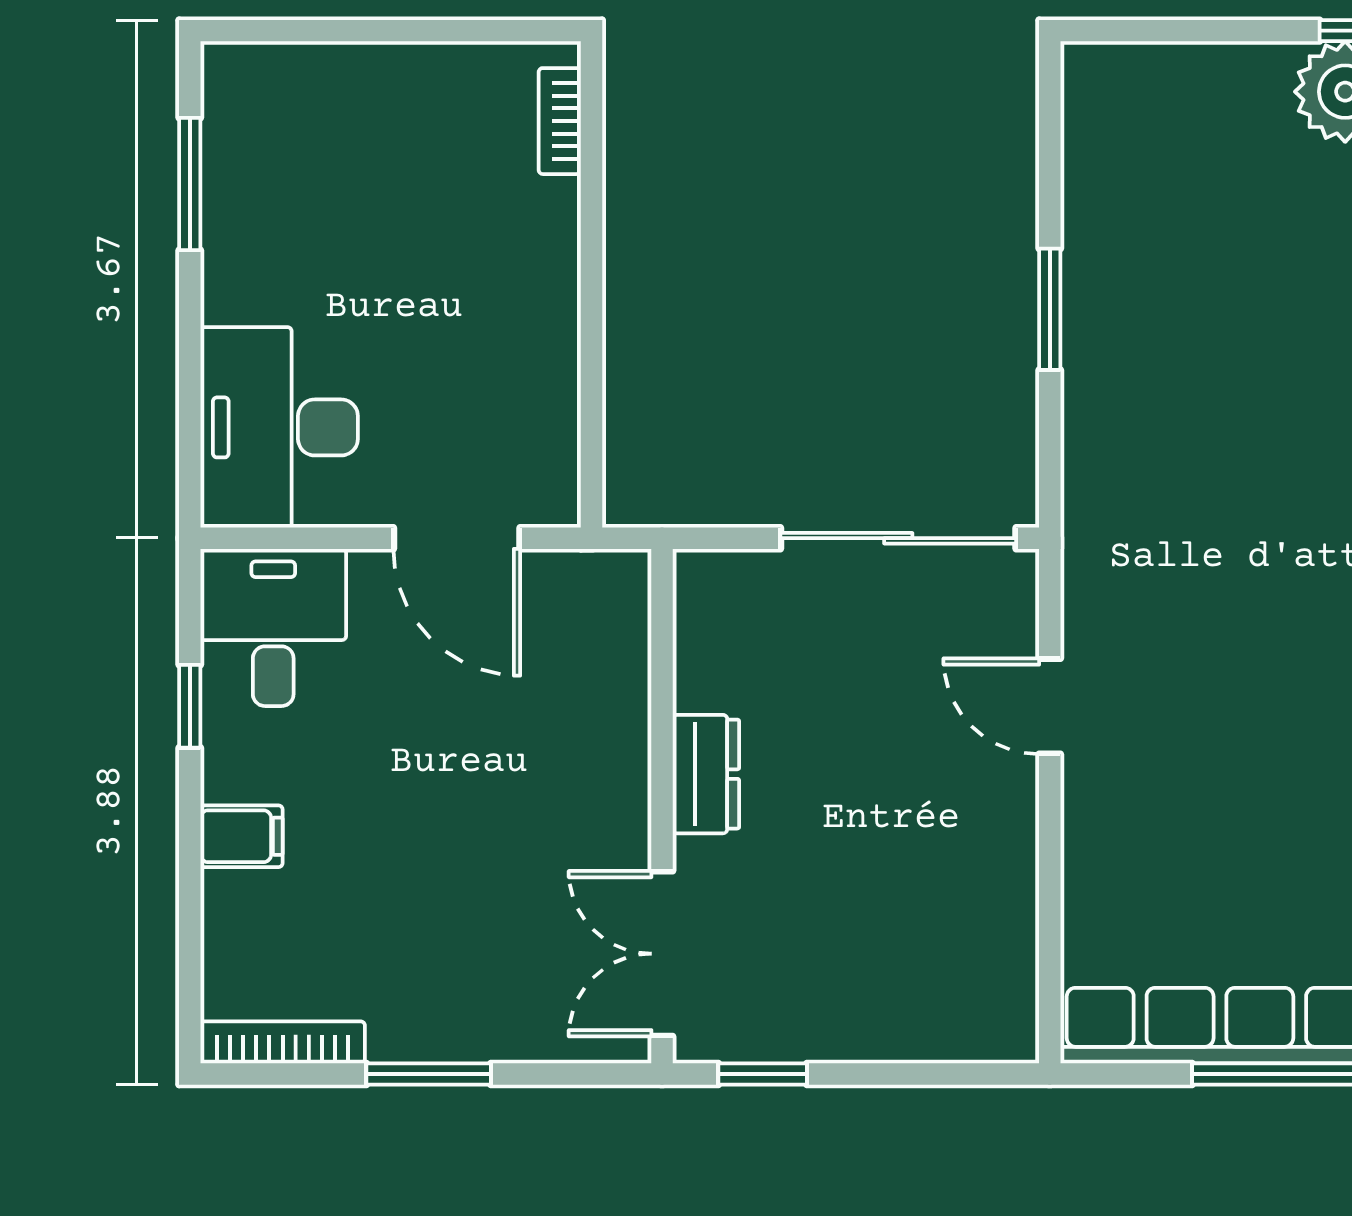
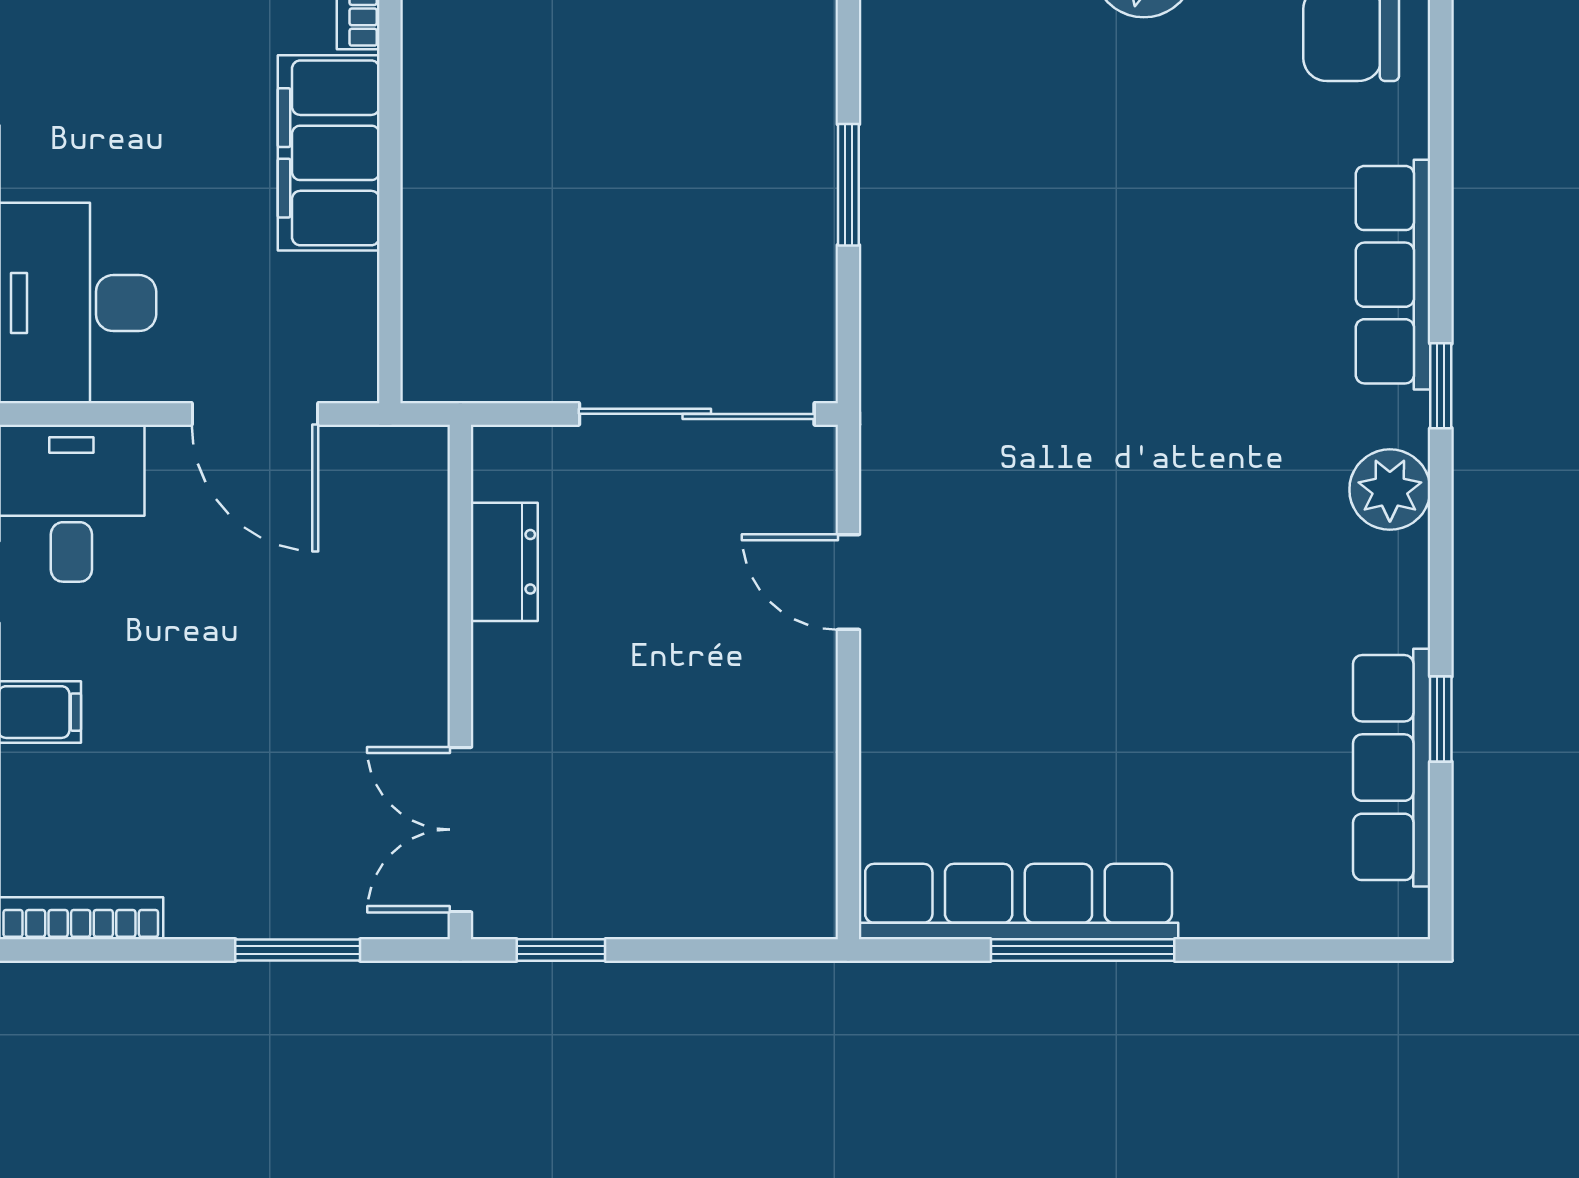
filing cabinet: (530, 277) -> (329, 153), added
dresser: (706, 774) -> (504, 562), moved
window: (429, 1074) -> (298, 950), moved

